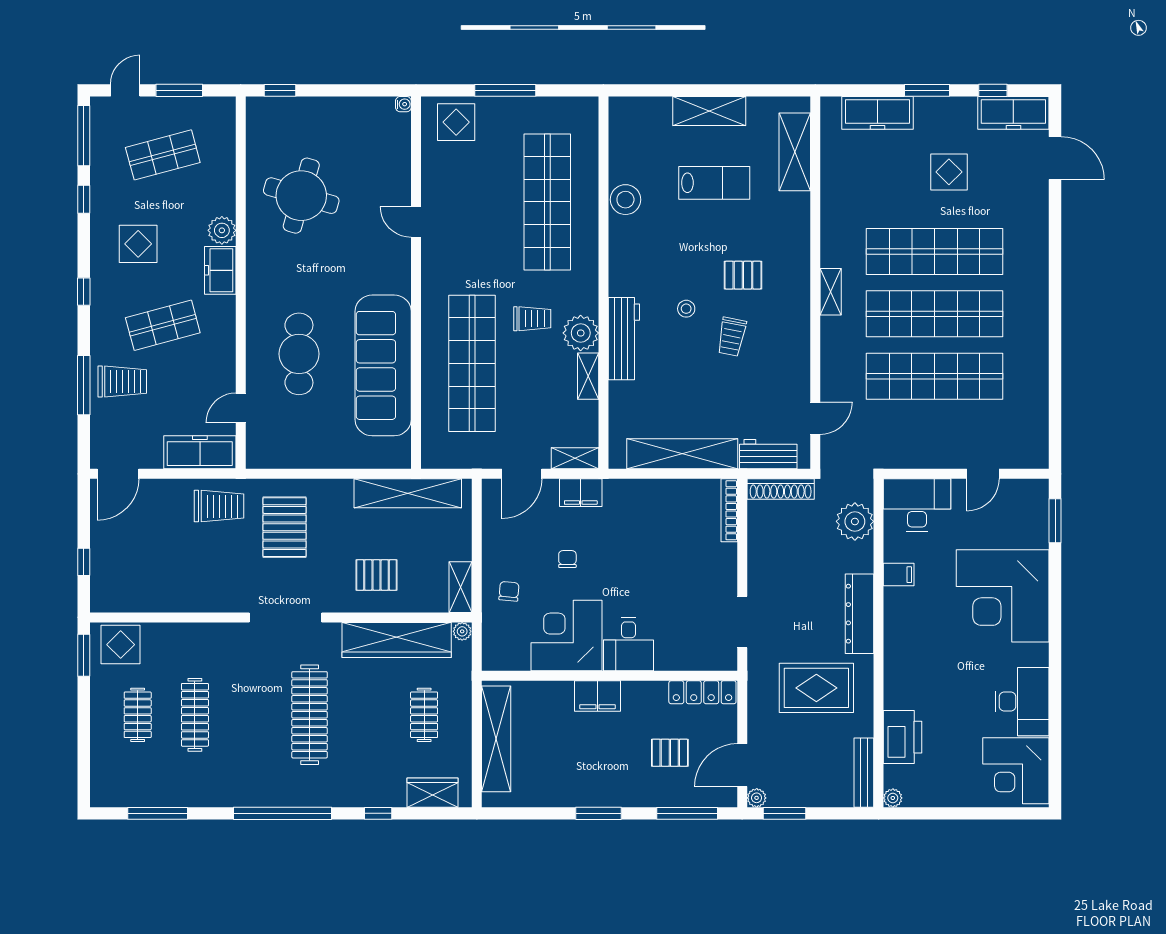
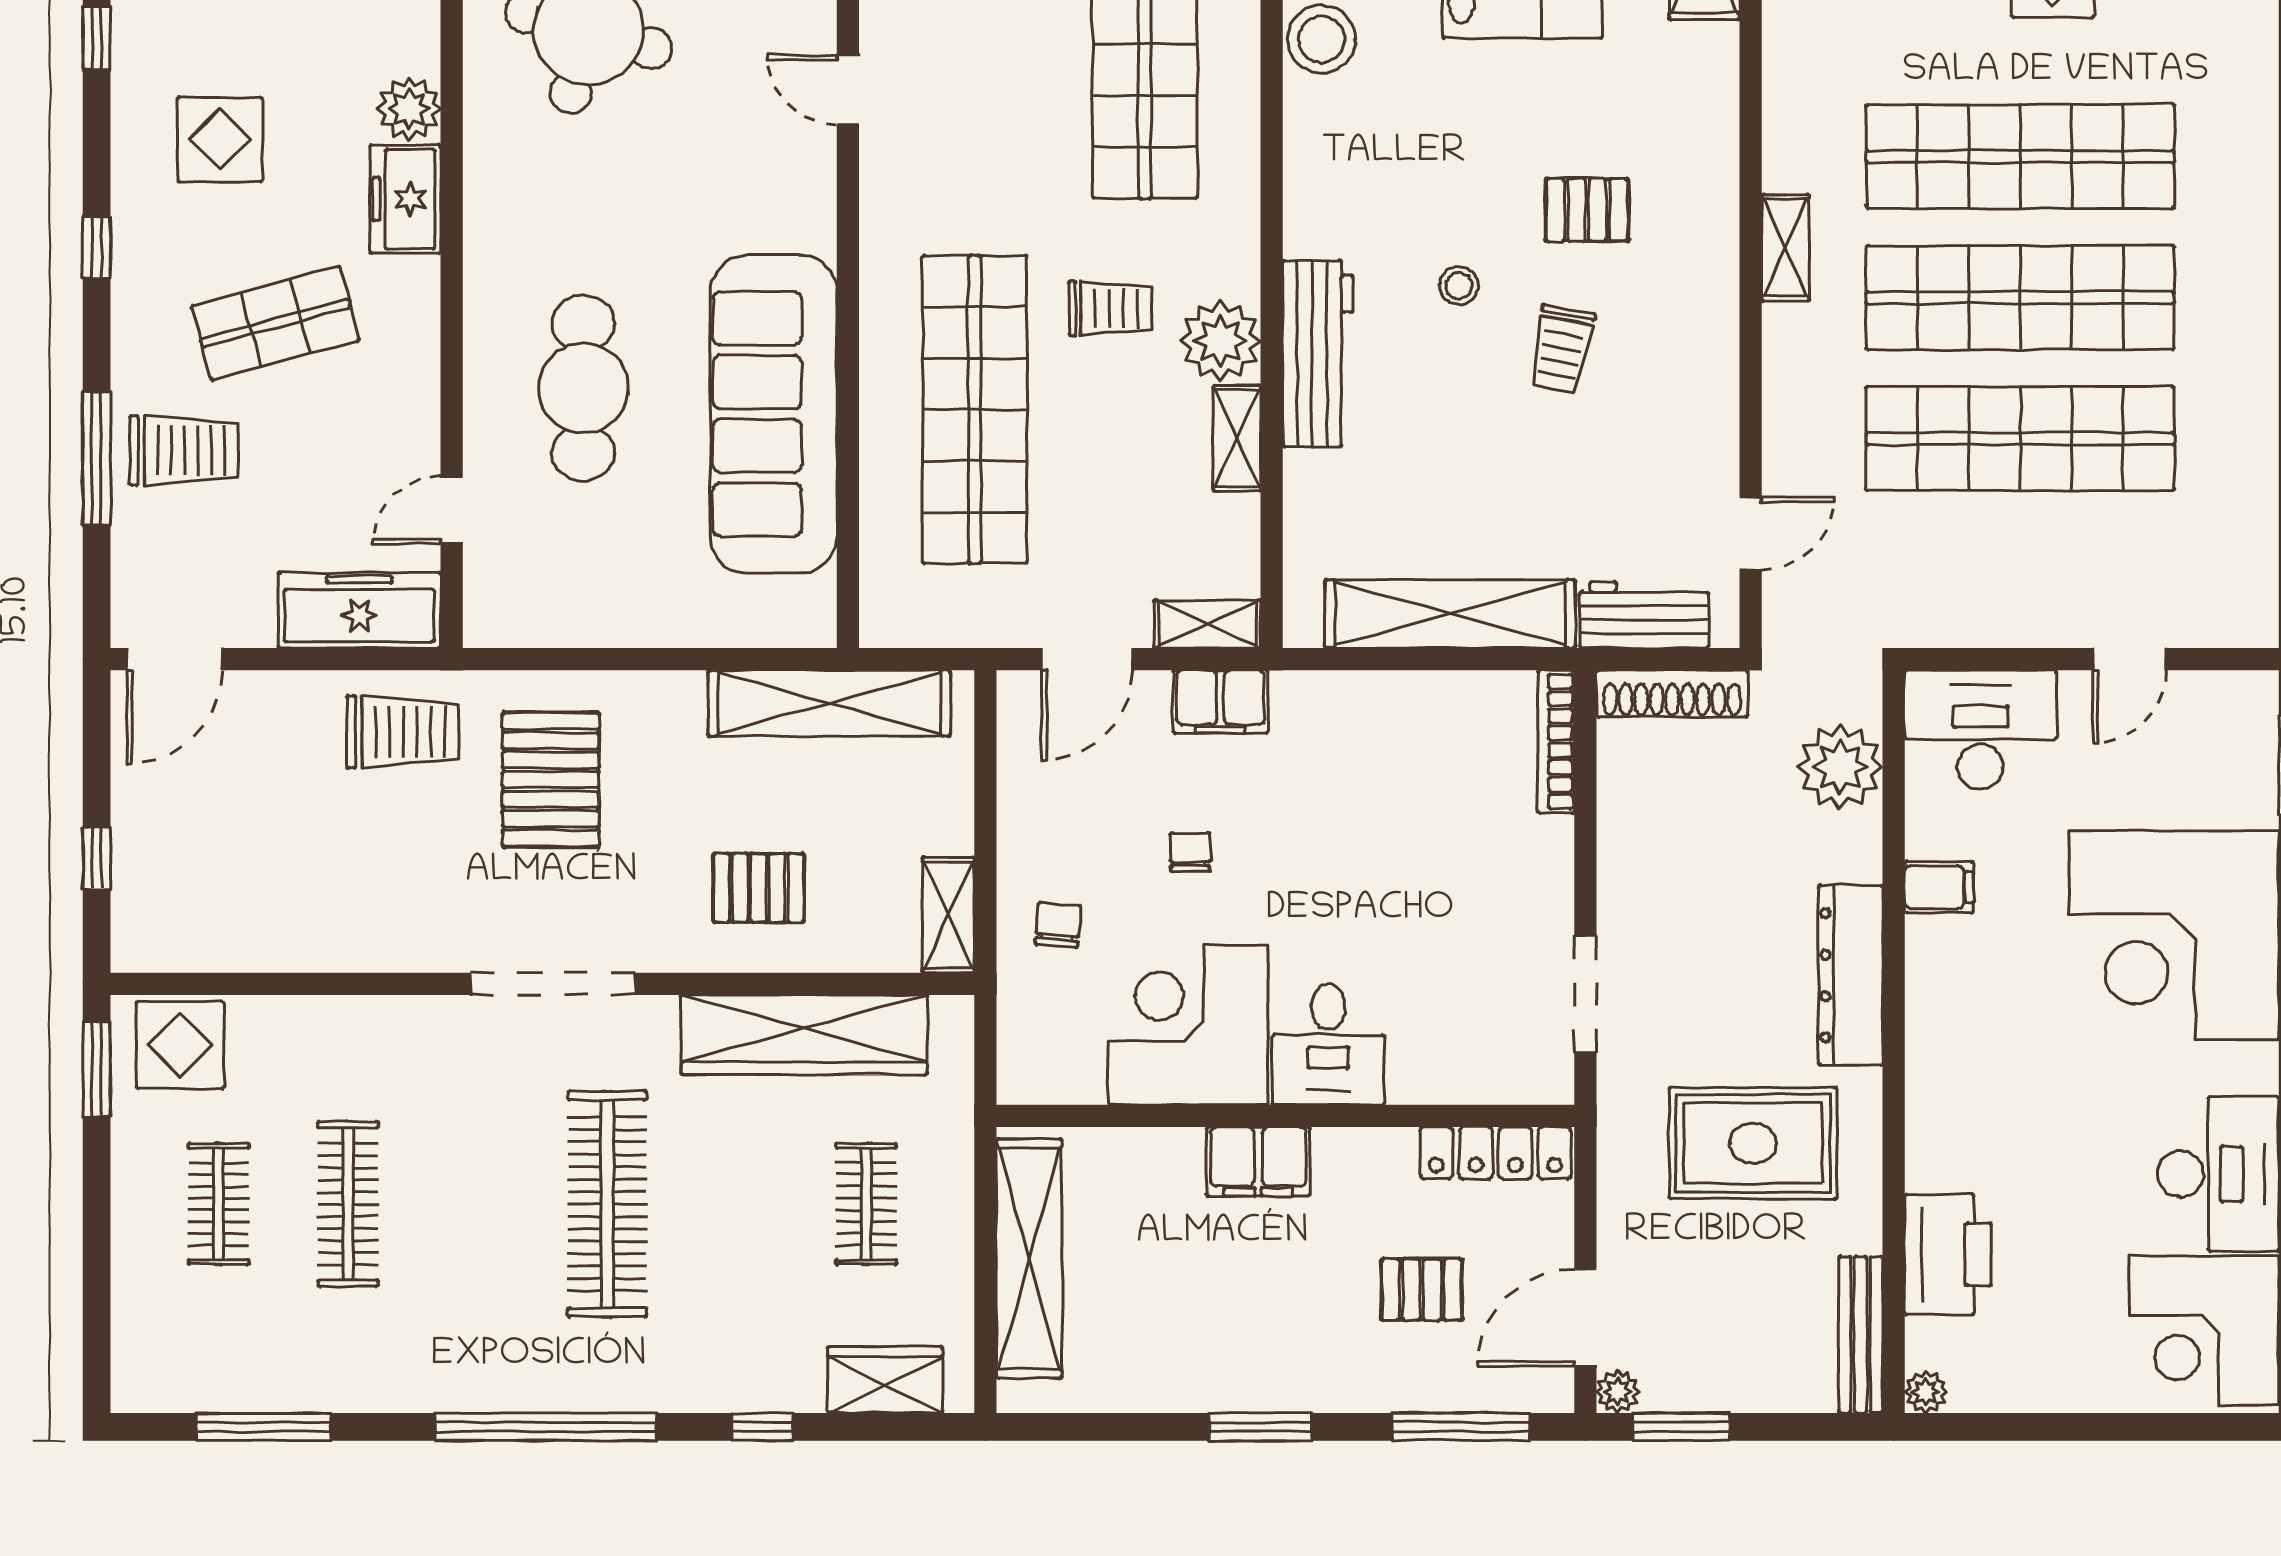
plant: (462, 631) -> (952, 1015), removed

